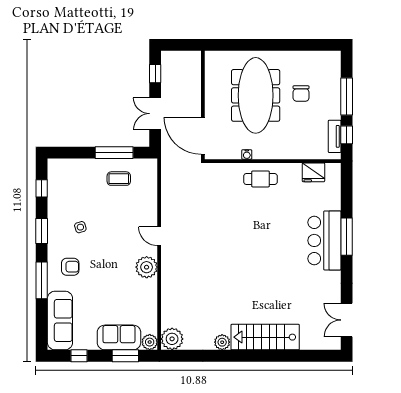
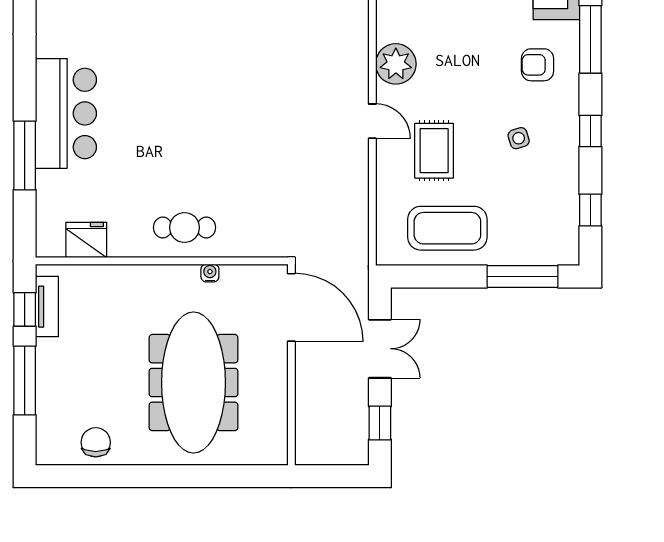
chair: (301, 94) -> (96, 442), moved
window: (114, 153) -> (523, 276), moved
coffee table: (119, 179) -> (447, 228), width x1.86, depth x1.72
rug: (126, 220) -> (434, 151), added
window: (42, 231) -> (590, 131), width x0.67
window: (347, 237) -> (25, 155), moved

